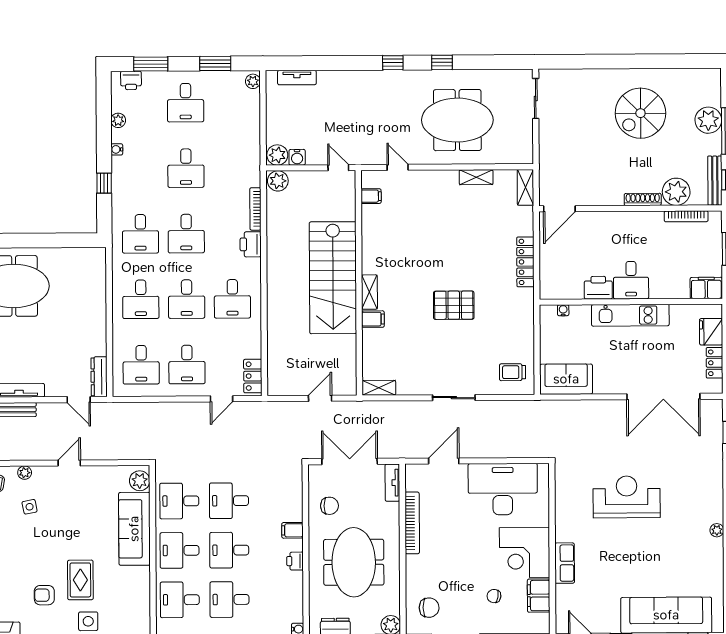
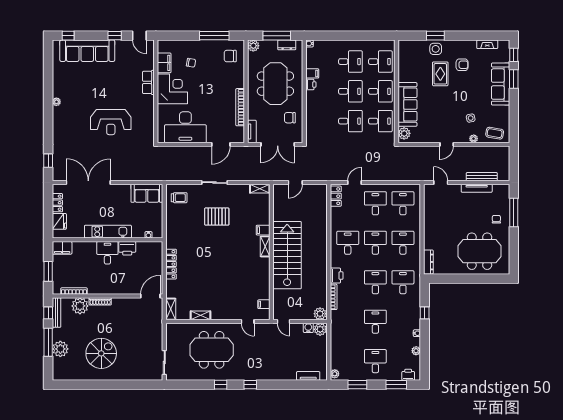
pallet: (454, 305) -> (217, 217), moved
dresser: (99, 377) -> (428, 262), moved
filing cabinet: (292, 530) -> (312, 73), moved

